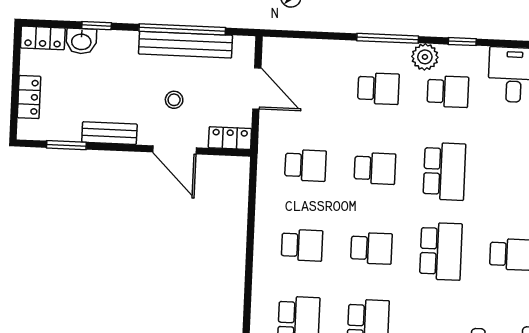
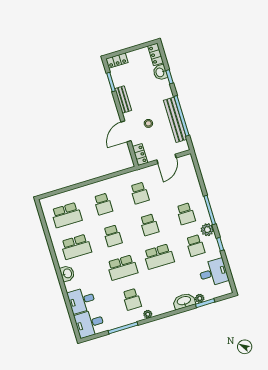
locker: (29, 97) -> (117, 61), moved

